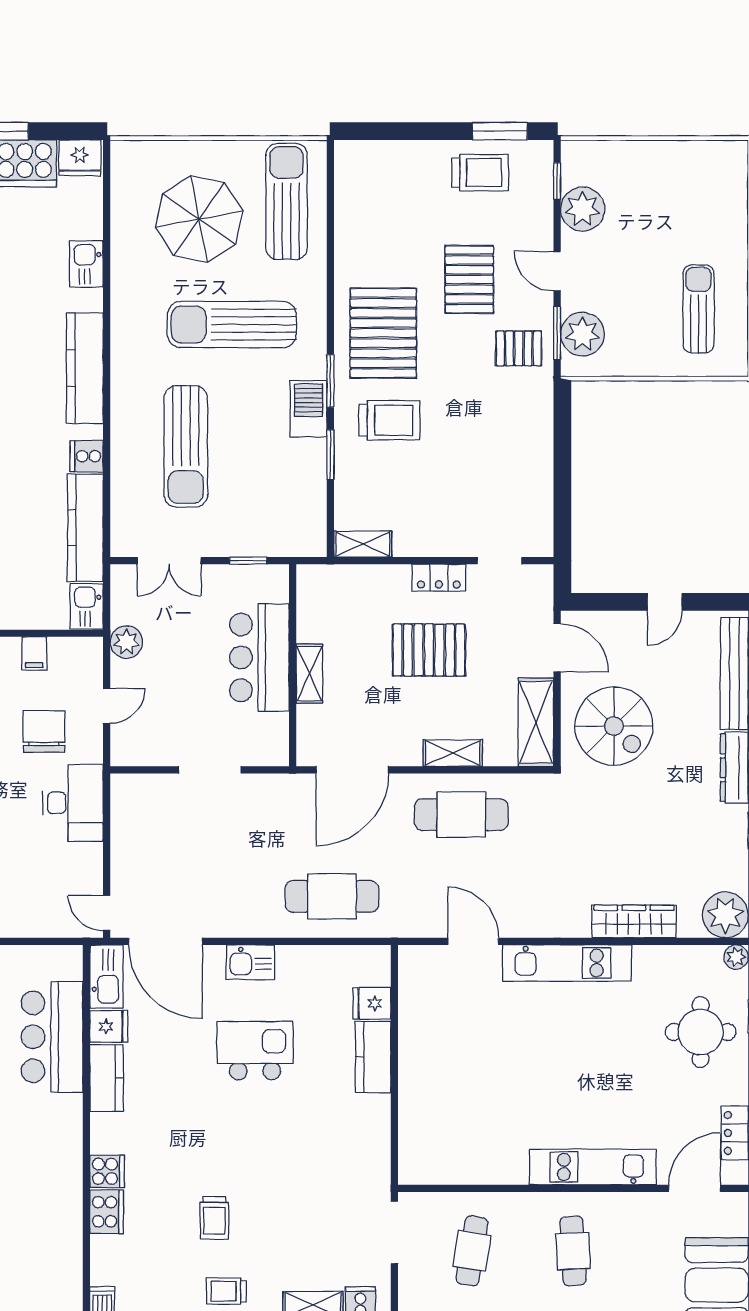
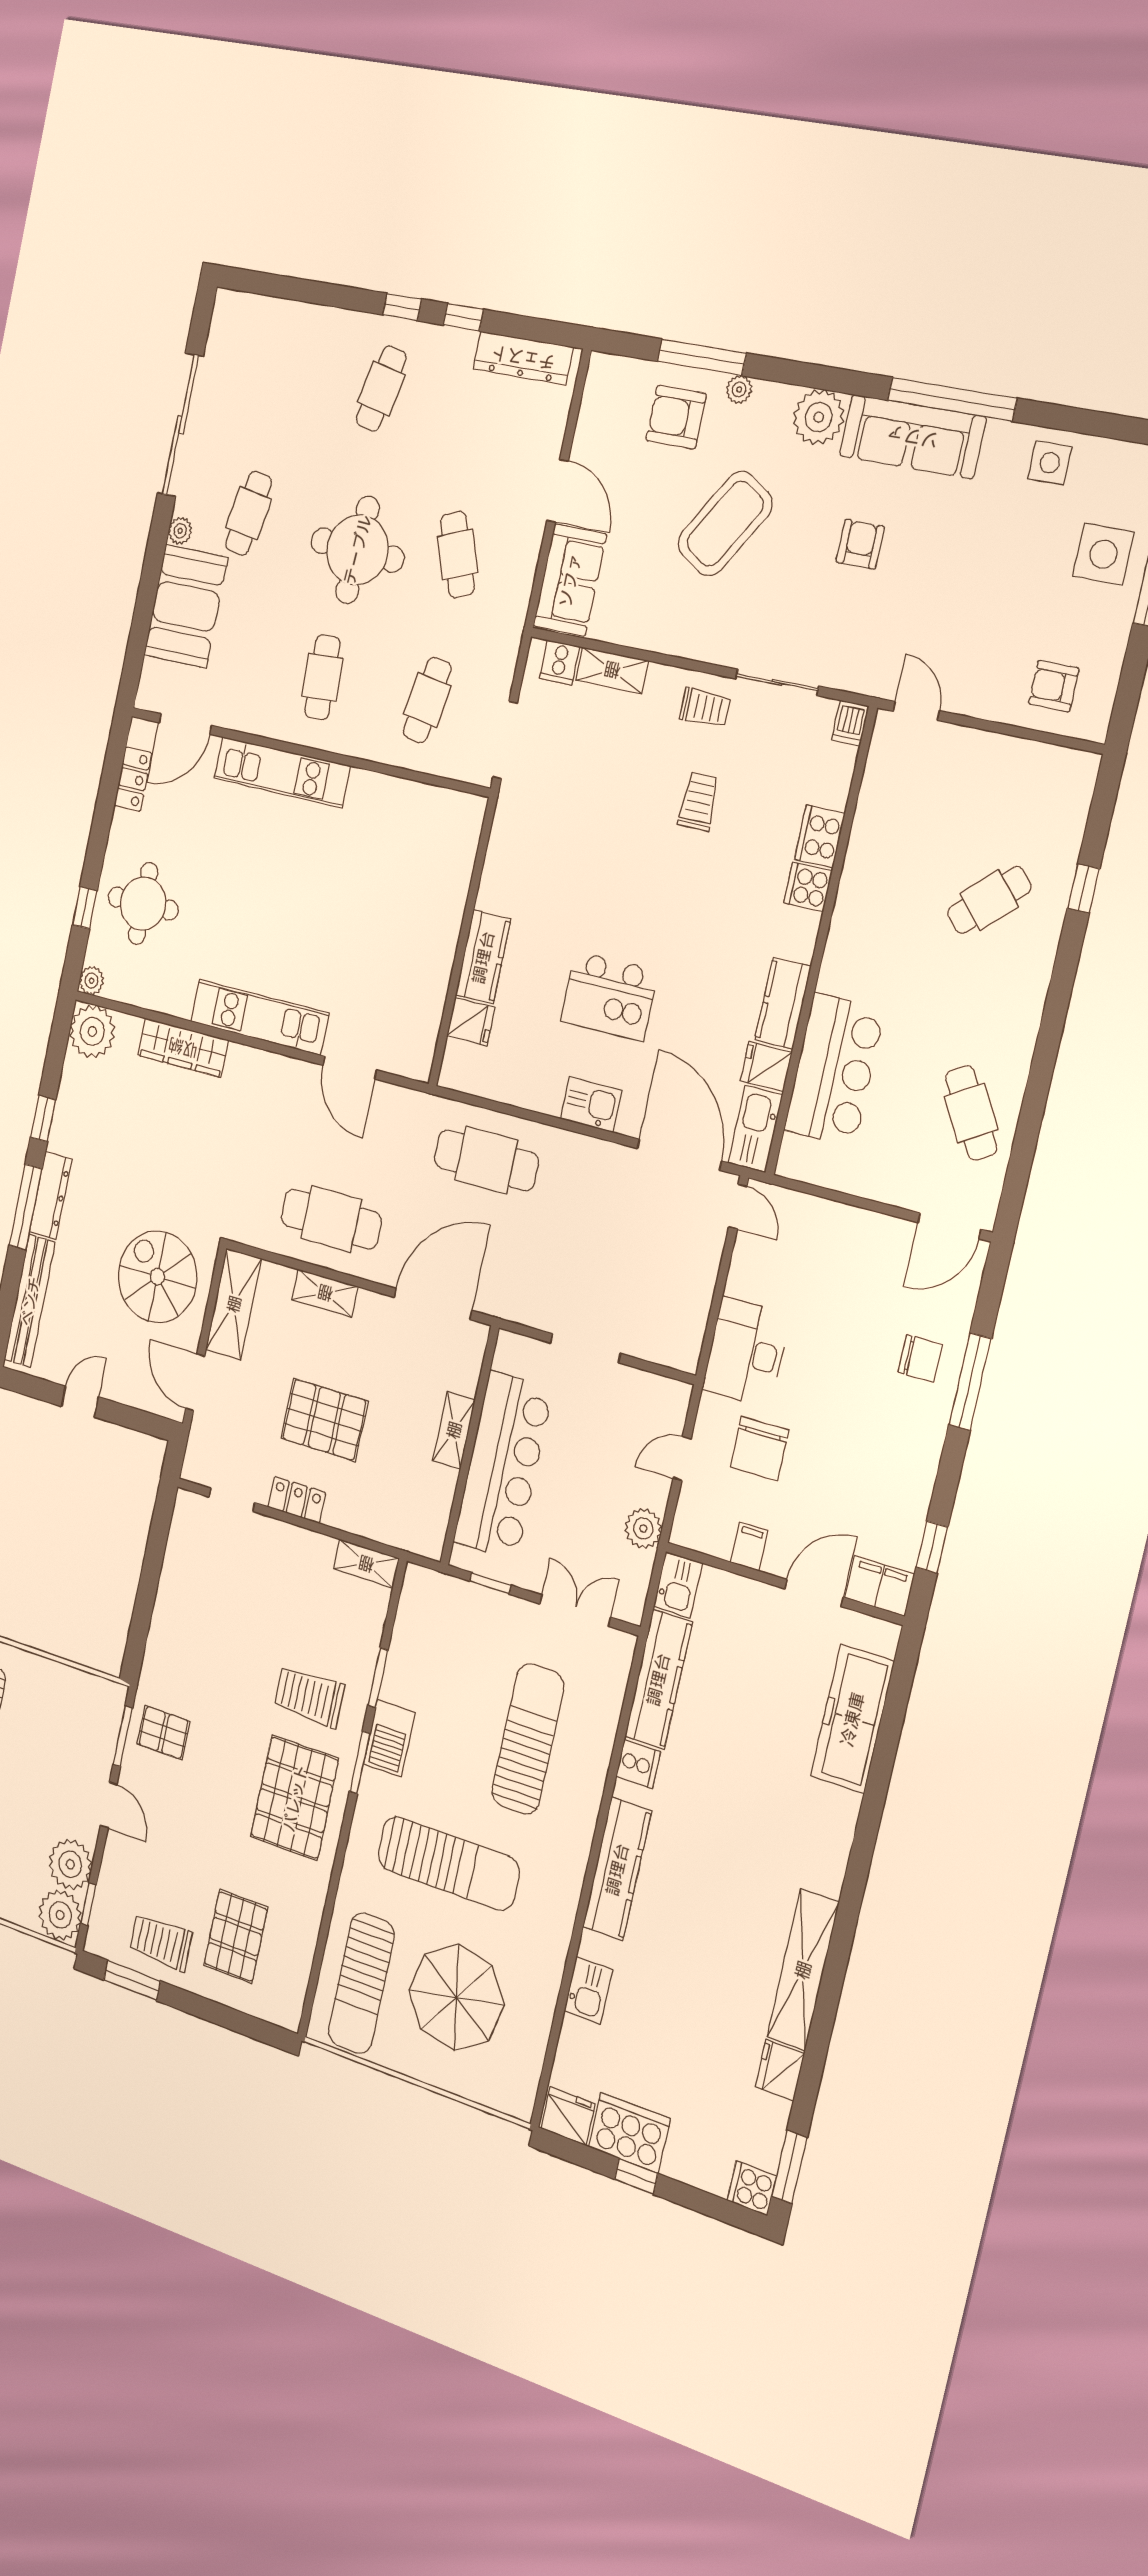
pallet: (469, 279) -> (236, 1936), moved
plant: (582, 334) -> (60, 1915), moved
bar counter: (259, 657) -> (503, 1466), width x1.36

